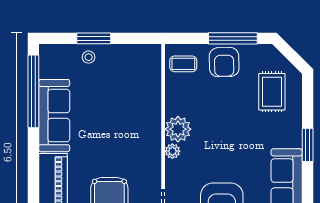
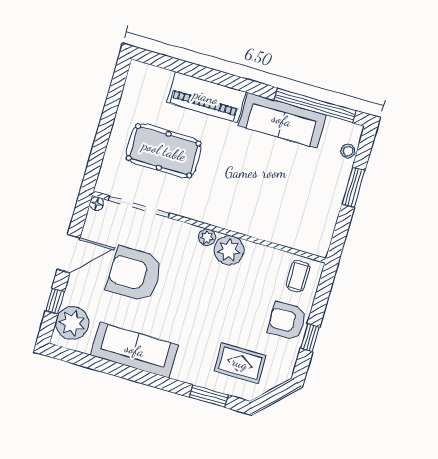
window: (233, 38) -> (310, 338), width x0.46
stool: (89, 57) -> (348, 151), moved
window: (308, 145) -> (209, 396), moved

